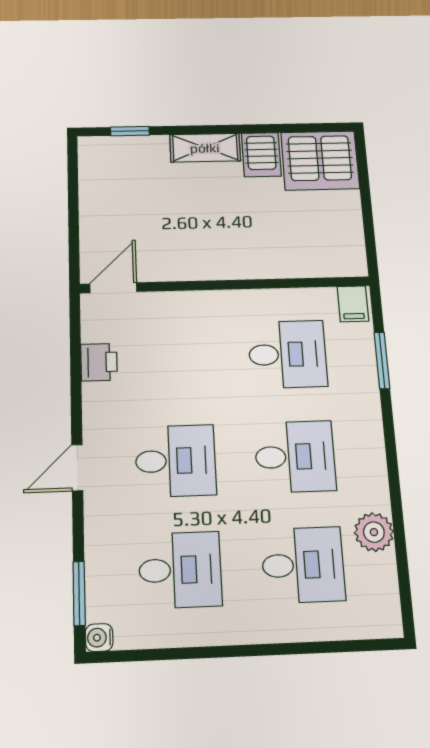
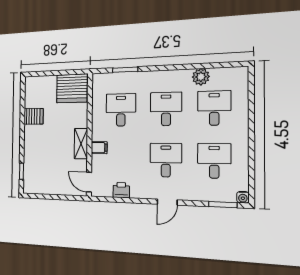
shelving: (205, 148) -> (81, 144), moved
server rack: (320, 160) -> (72, 88), moved, turned 90
filing cabinet: (353, 304) -> (99, 148), moved
door: (77, 468) -> (167, 202), hinge flipped

